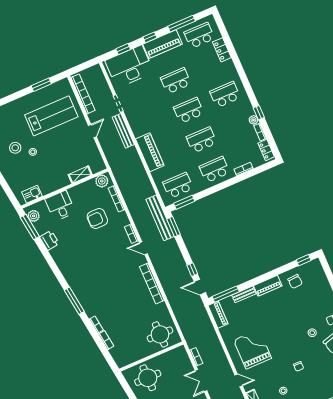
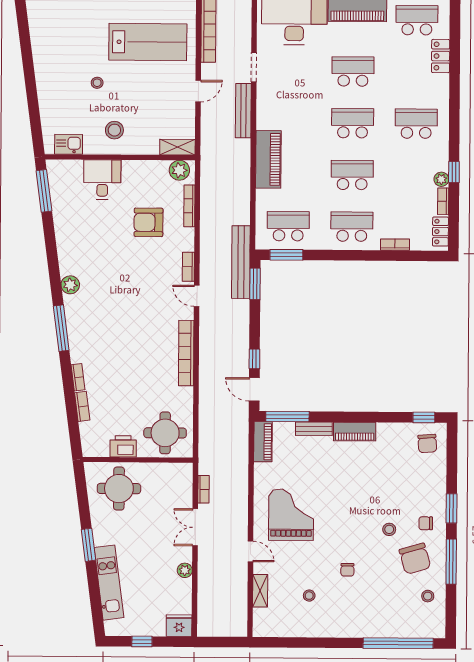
stool: (15, 148) -> (114, 130), moved
shelving: (80, 175) -> (177, 147), moved
plant: (34, 216) -> (70, 285), moved
printer: (49, 240) -> (123, 446), moved, turned -82
chair: (295, 281) -> (427, 443), moved

